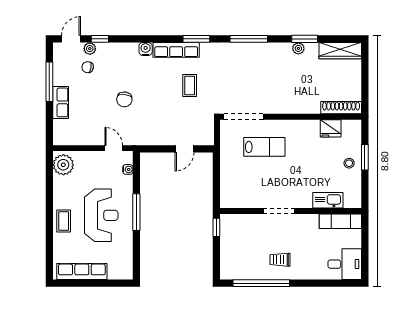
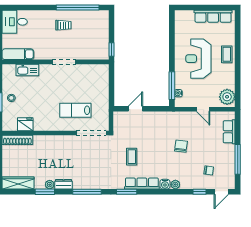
plant: (90, 49) -> (175, 185), moved
dresser: (280, 49) -> (64, 184), added
row of seats: (61, 102) -> (229, 132), moved
door: (114, 148) -> (203, 109), moved
window: (136, 212) -> (172, 86), moved

